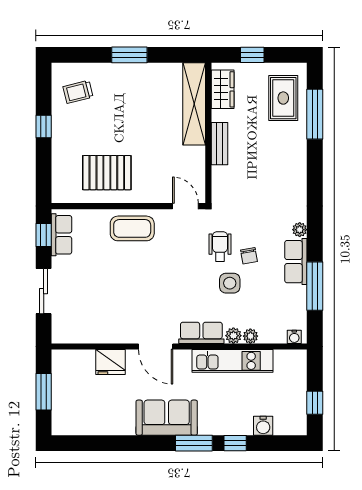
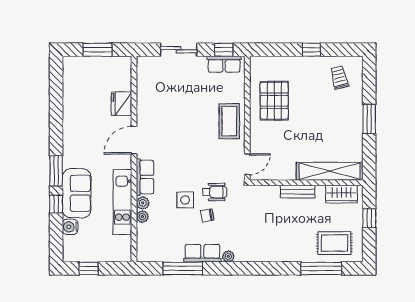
water cooler: (294, 337) -> (142, 252), removed
sofa: (167, 418) -> (77, 193), moved

